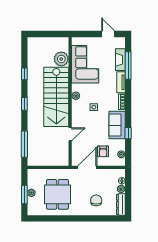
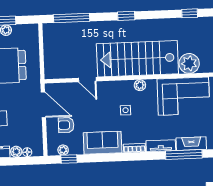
window: (24, 74) -> (190, 13), moved
window: (128, 133) -> (69, 159), moved

